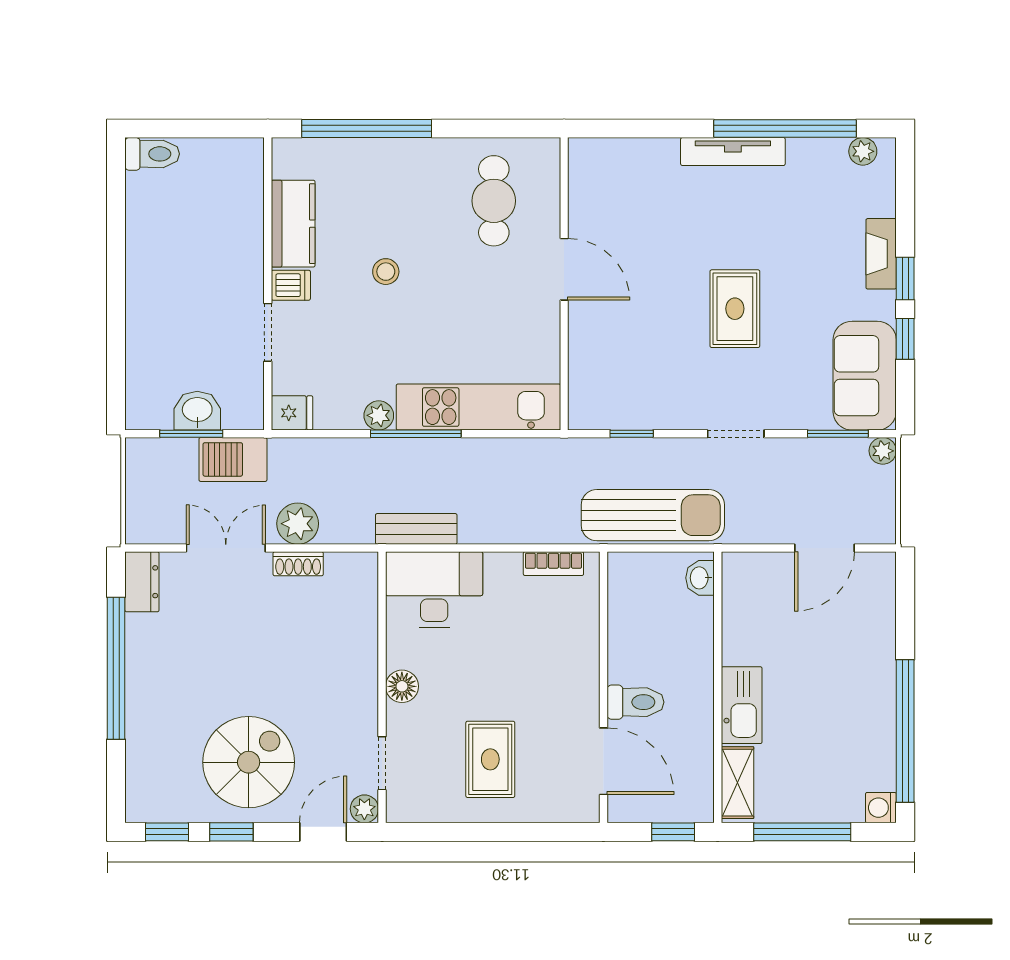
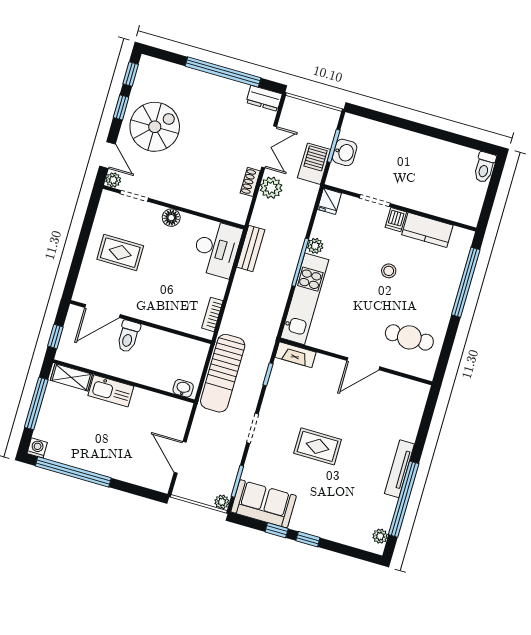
fireplace: (881, 254) -> (295, 355), moved, turned 180
spiral stairs: (249, 762) -> (155, 127), turned -90

